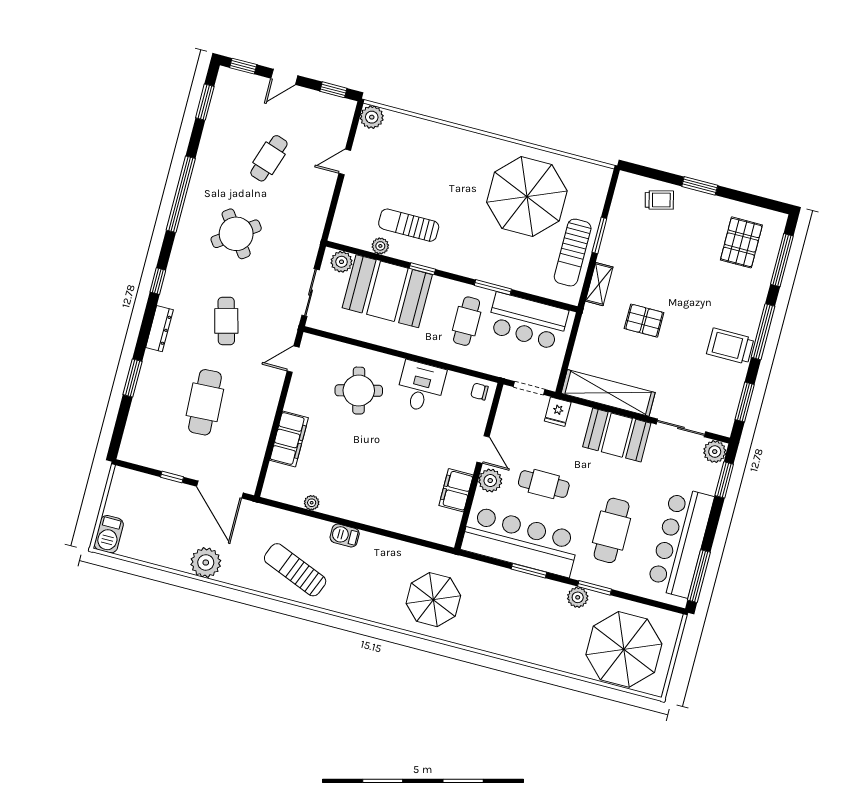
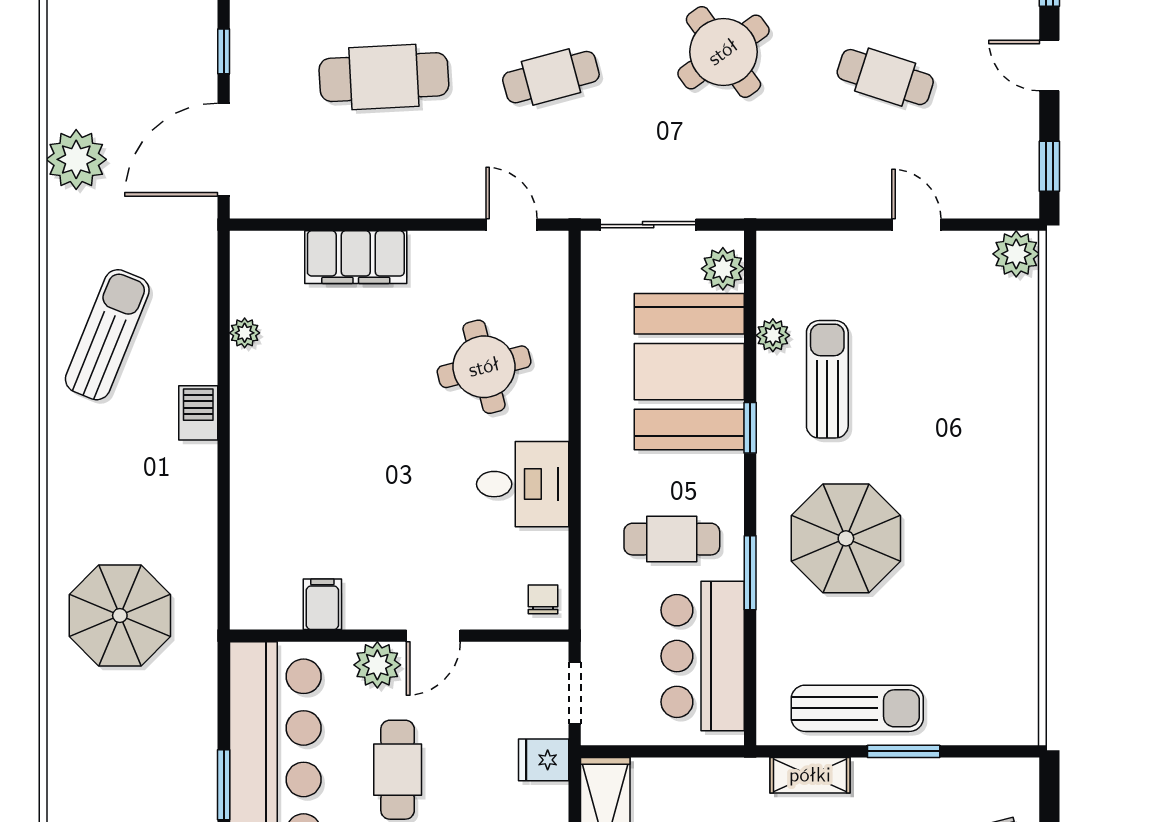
parasol: (527, 196) -> (846, 538), moved, width x0.73, depth x0.73
sun lounger: (573, 253) -> (857, 708), turned 180
filing cabinet: (456, 490) -> (322, 604), width x0.50

